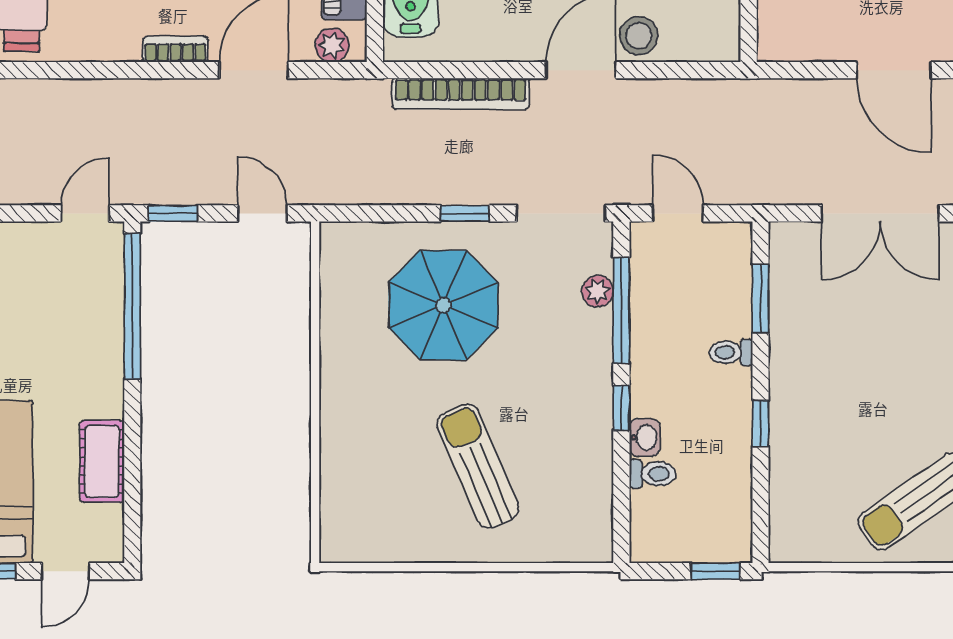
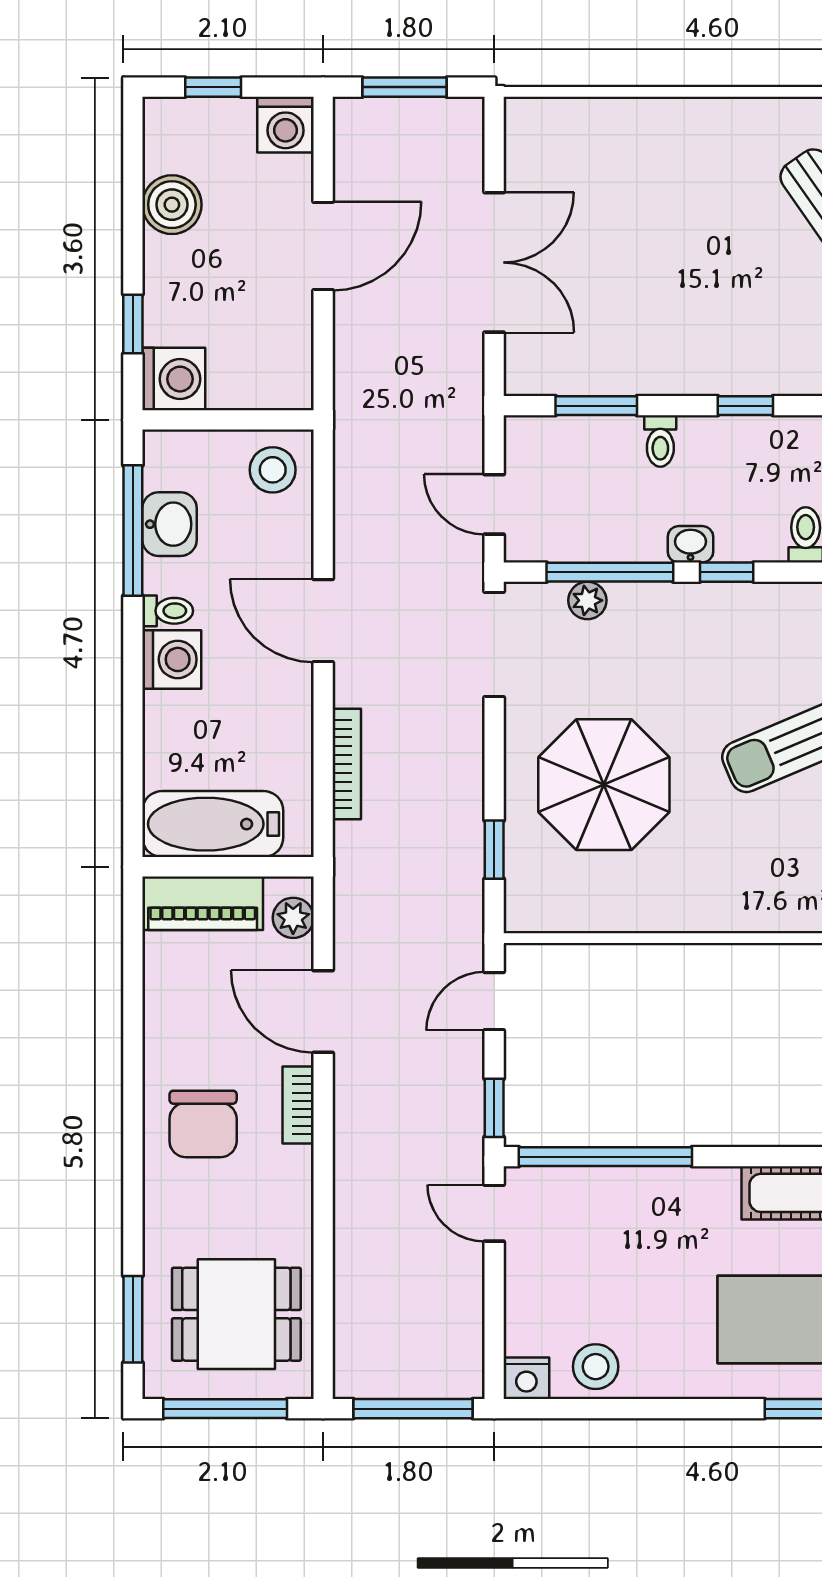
stool: (639, 36) -> (273, 470), moved
bookcase: (461, 94) -> (347, 764), width x0.68, depth x0.76
window: (465, 213) -> (494, 850), moved
door: (678, 213) -> (494, 504), hinge flipped
washbasin: (645, 438) -> (690, 544), moved

